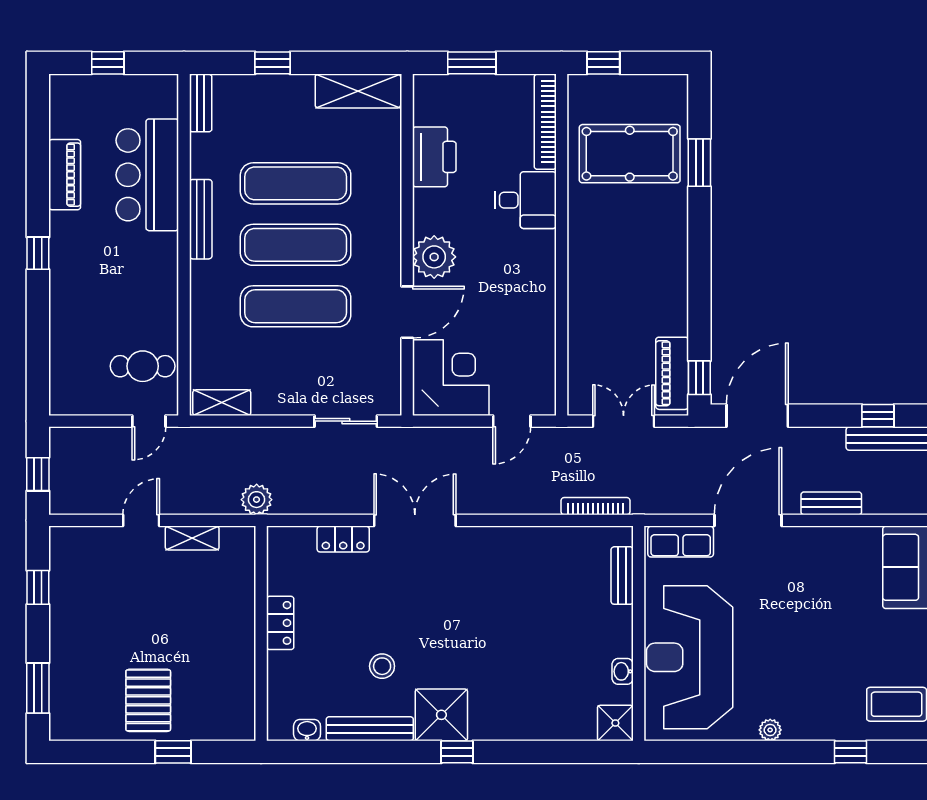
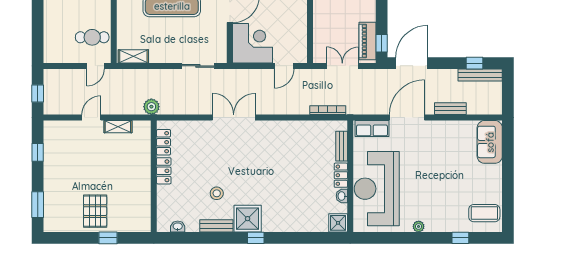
locker: (343, 539) -> (164, 142), moved, turned -90
locker: (621, 631) -> (341, 175), added
bench: (370, 729) -> (216, 226), width x0.73

